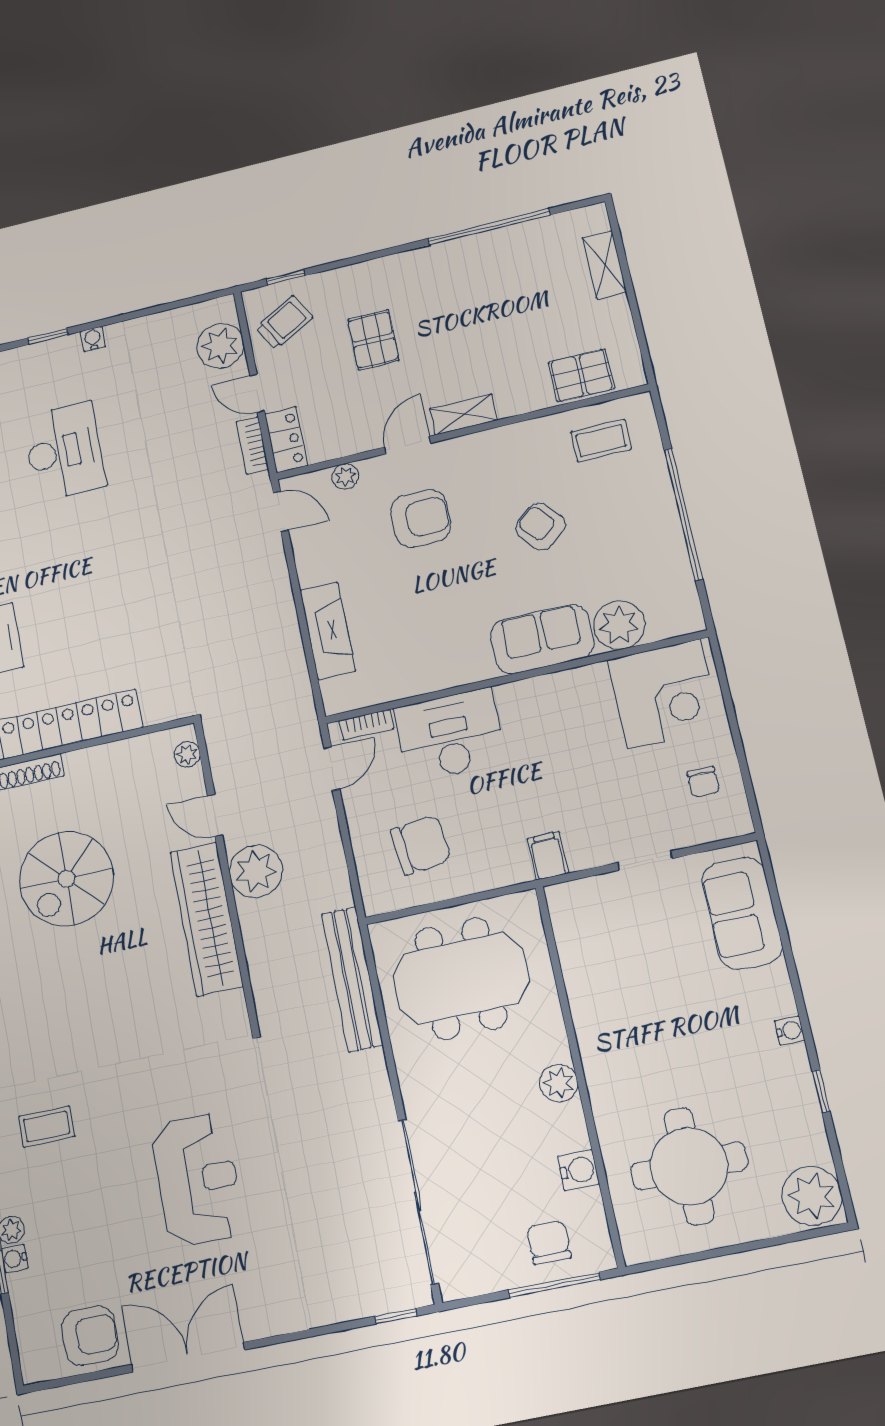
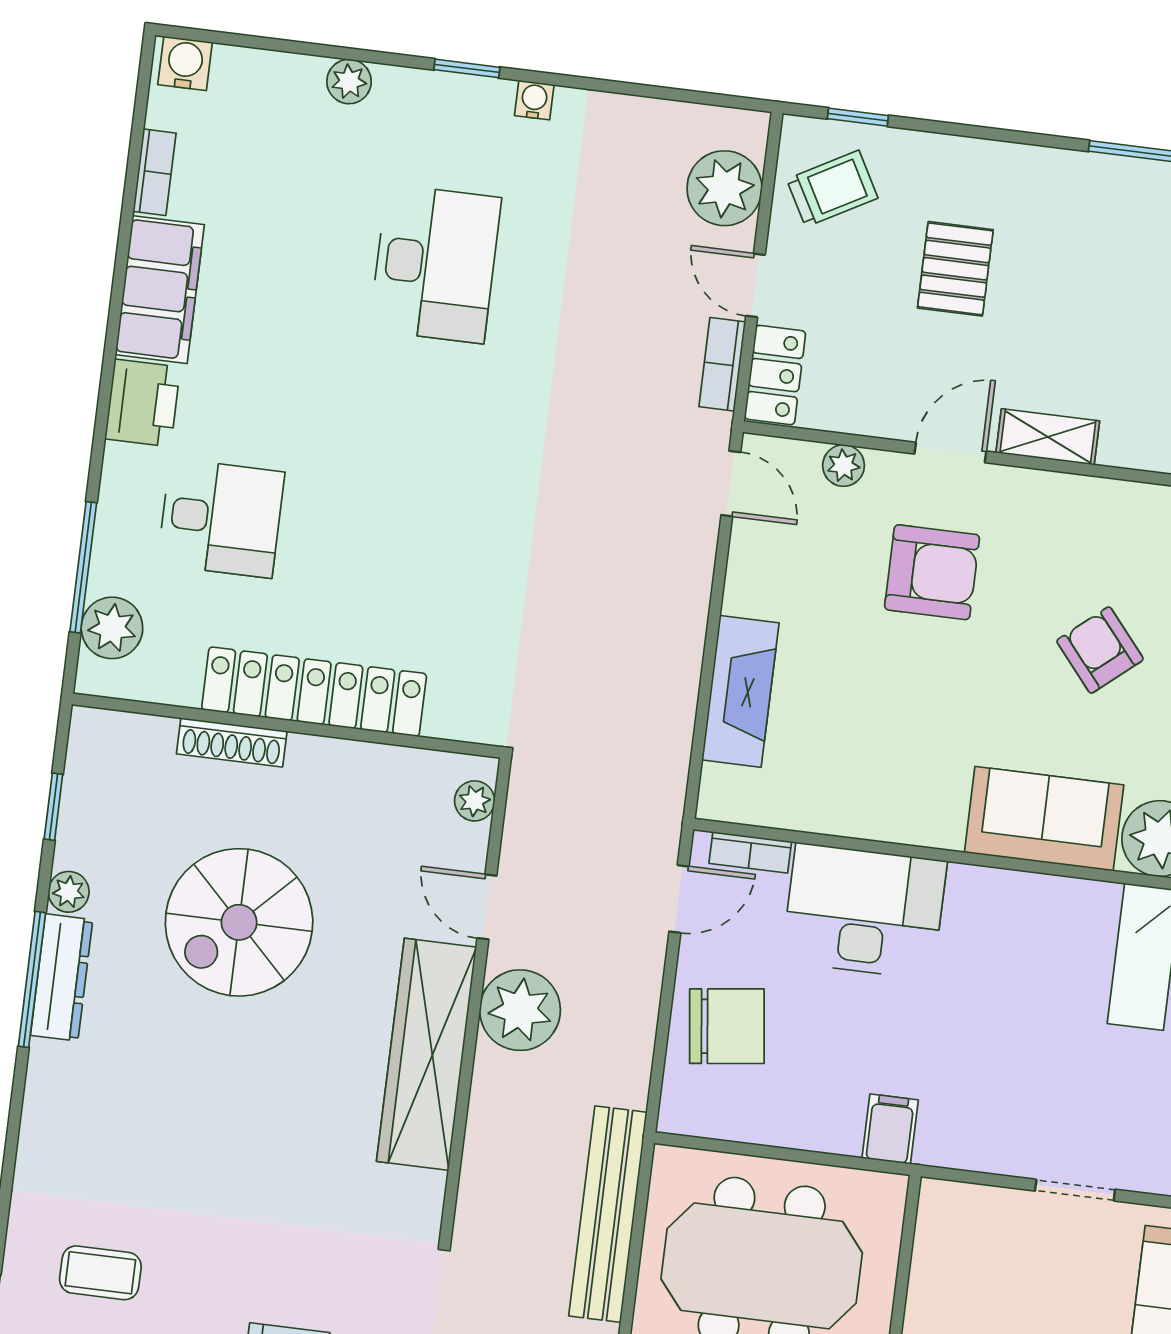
chair: (421, 845) -> (727, 1026), moved
filing cabinet: (548, 856) -> (890, 1129), moved

